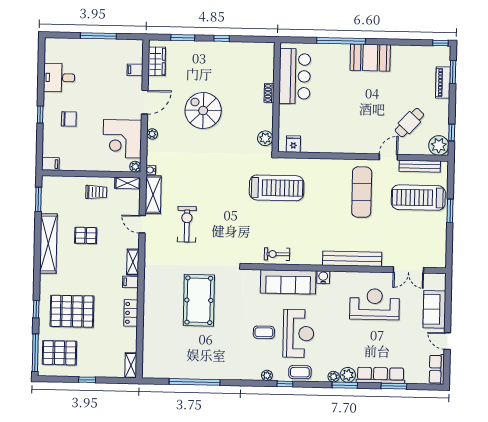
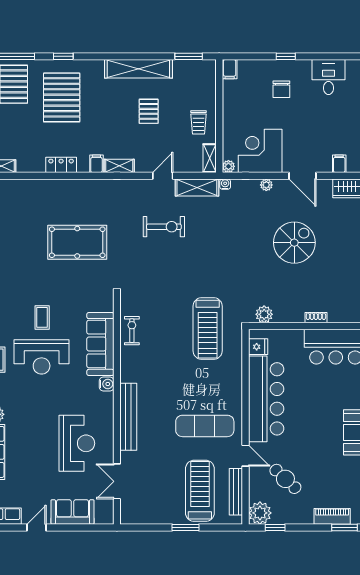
bar counter: (339, 138) -> (266, 399), added

